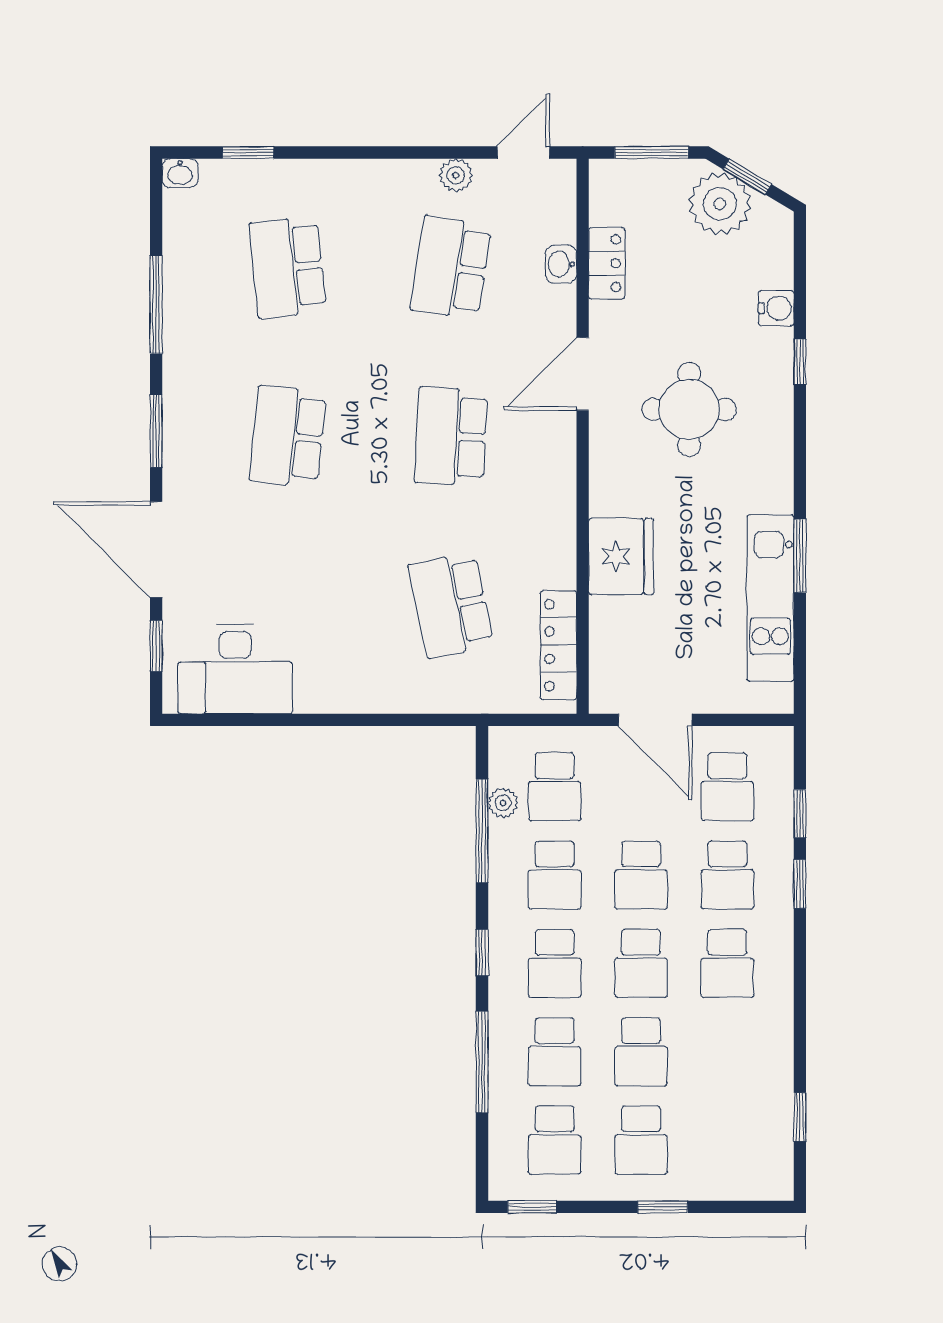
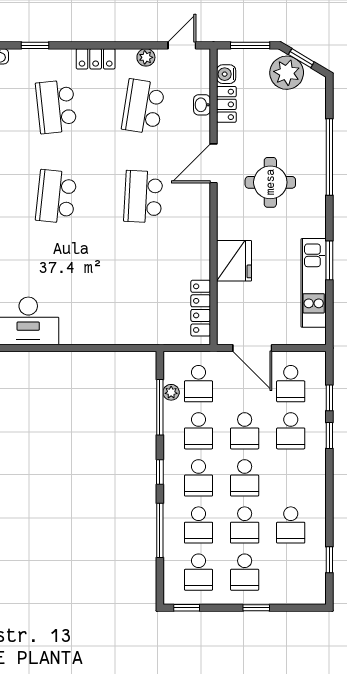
locker: (362, 178) -> (96, 59), added
water cooler: (776, 308) -> (226, 74), moved, turned 180
window: (800, 362) -> (329, 157), width x3.17
school desk: (451, 605) -> (143, 287), removed
school desk: (727, 963) -> (291, 525), moved

